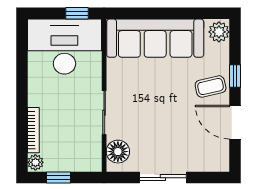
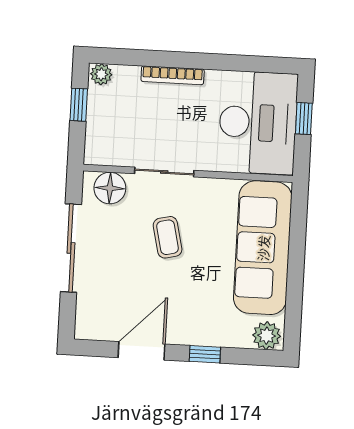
window: (77, 13) -> (304, 119), moved
coffee table: (211, 87) -> (168, 237), moved
bookcase: (33, 130) -> (173, 75), moved
sliding door: (163, 178) -> (71, 248), width x1.37

